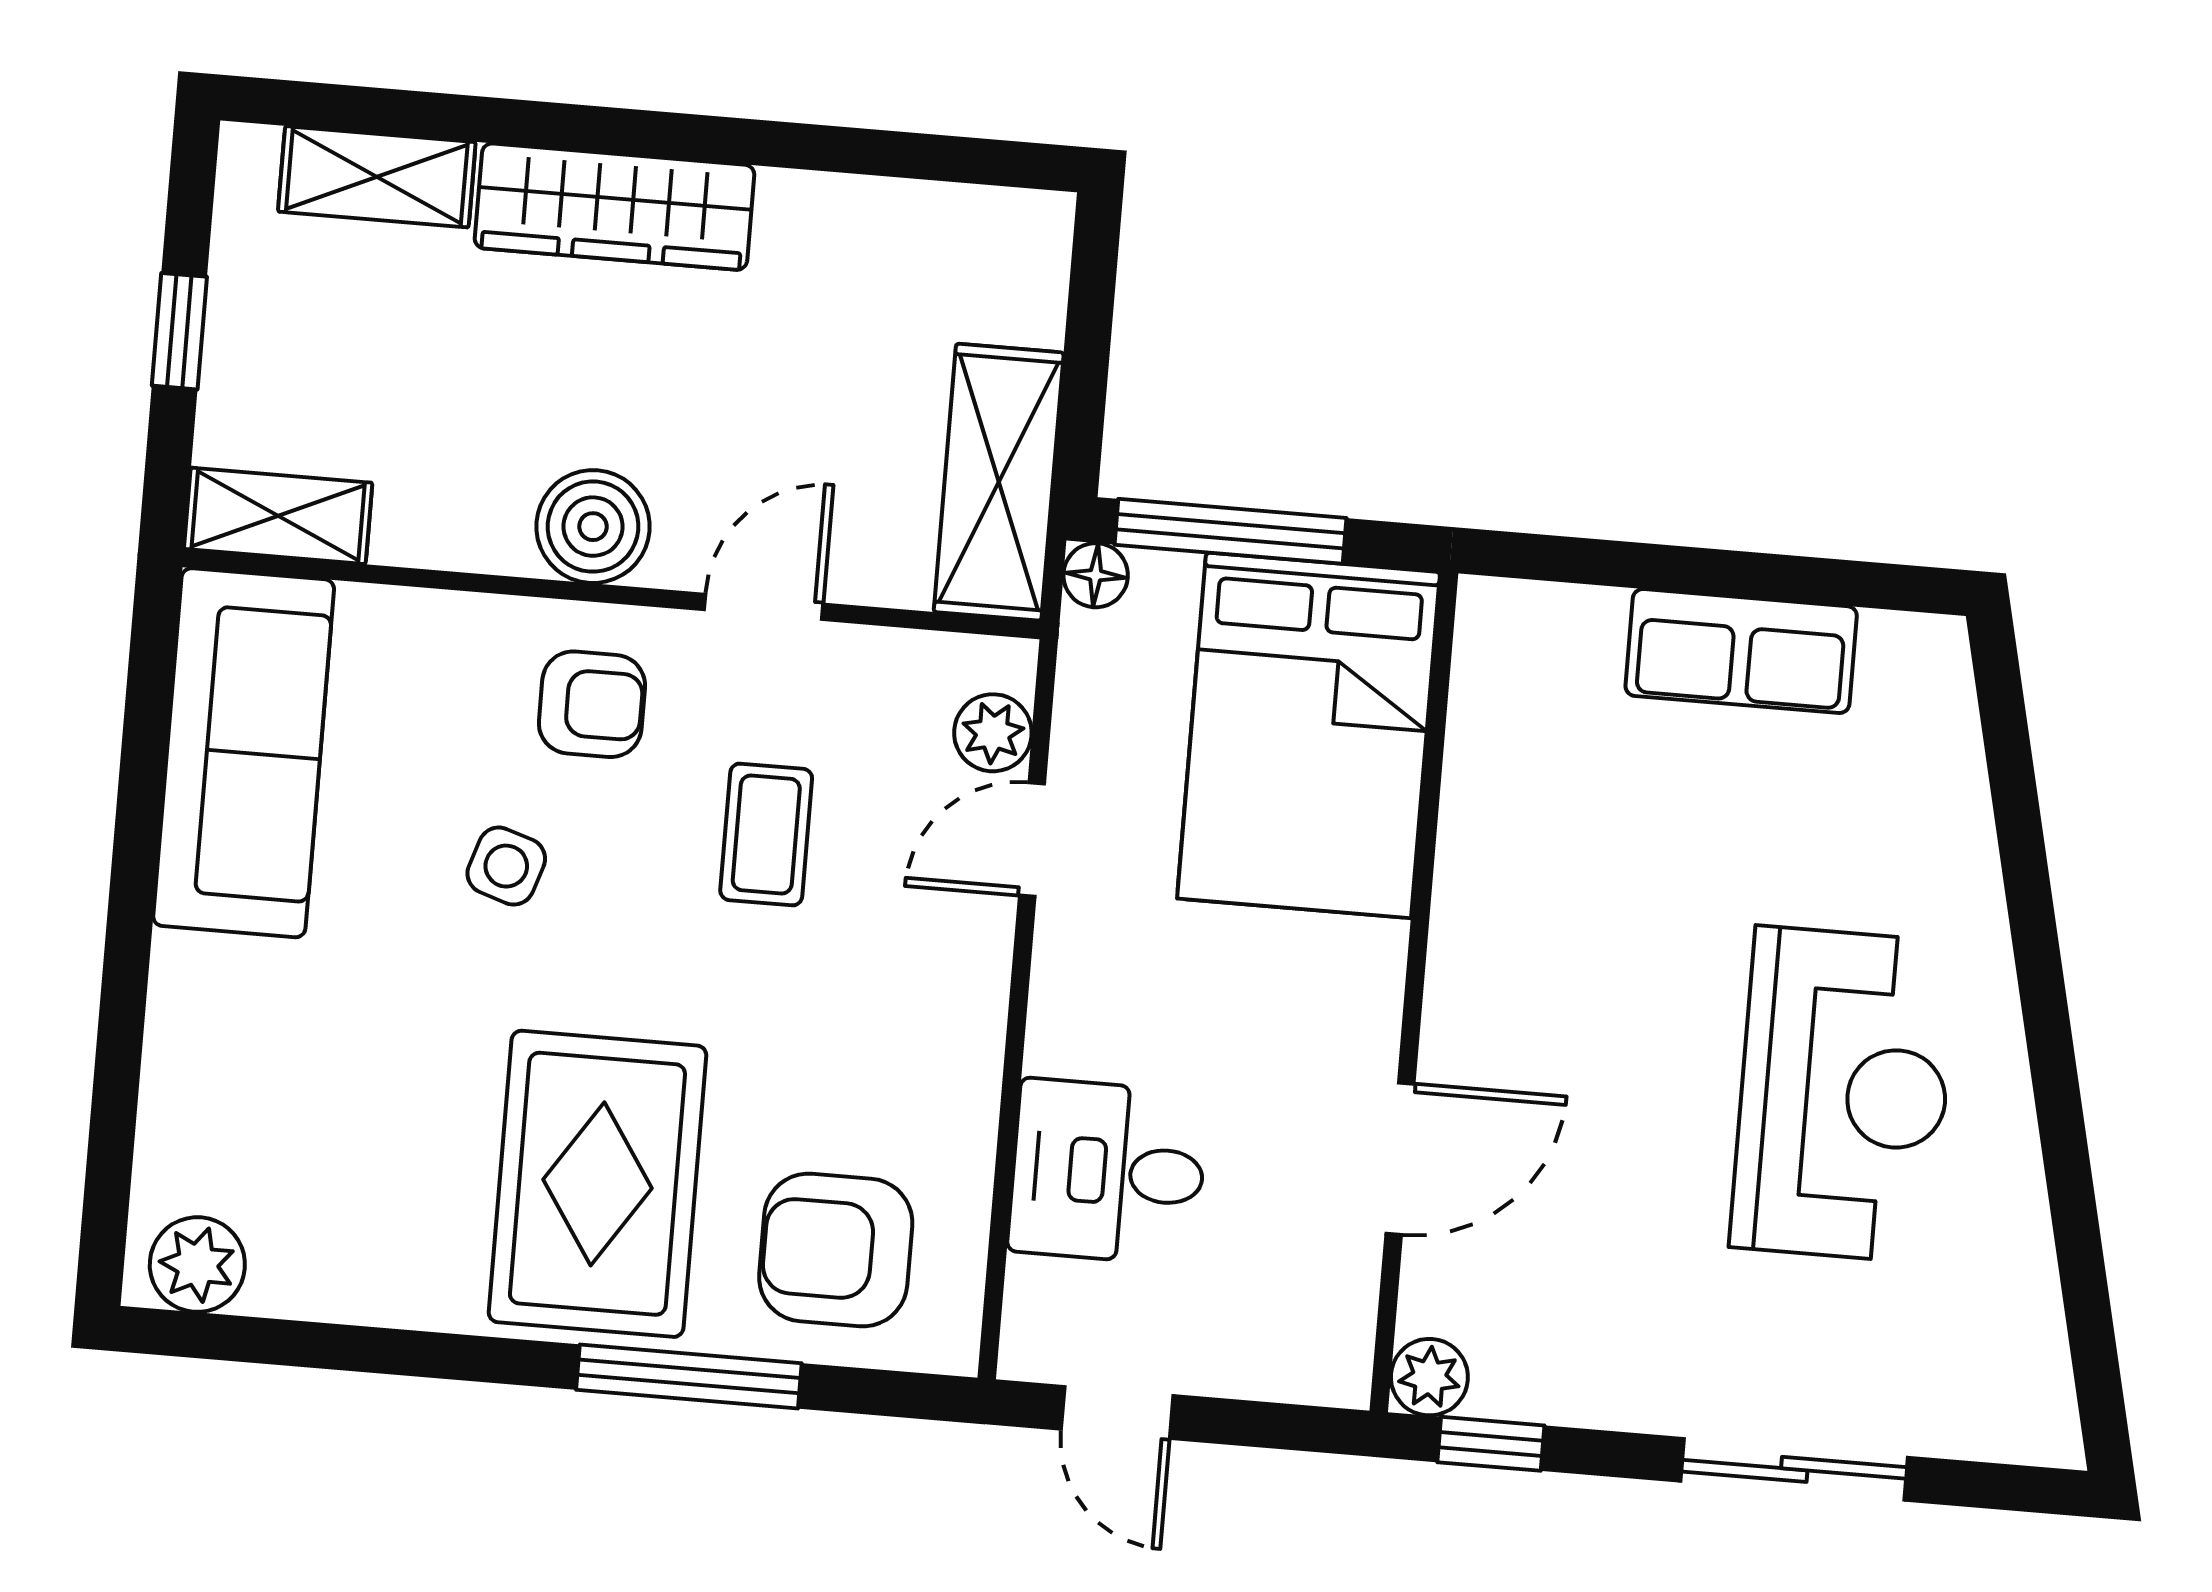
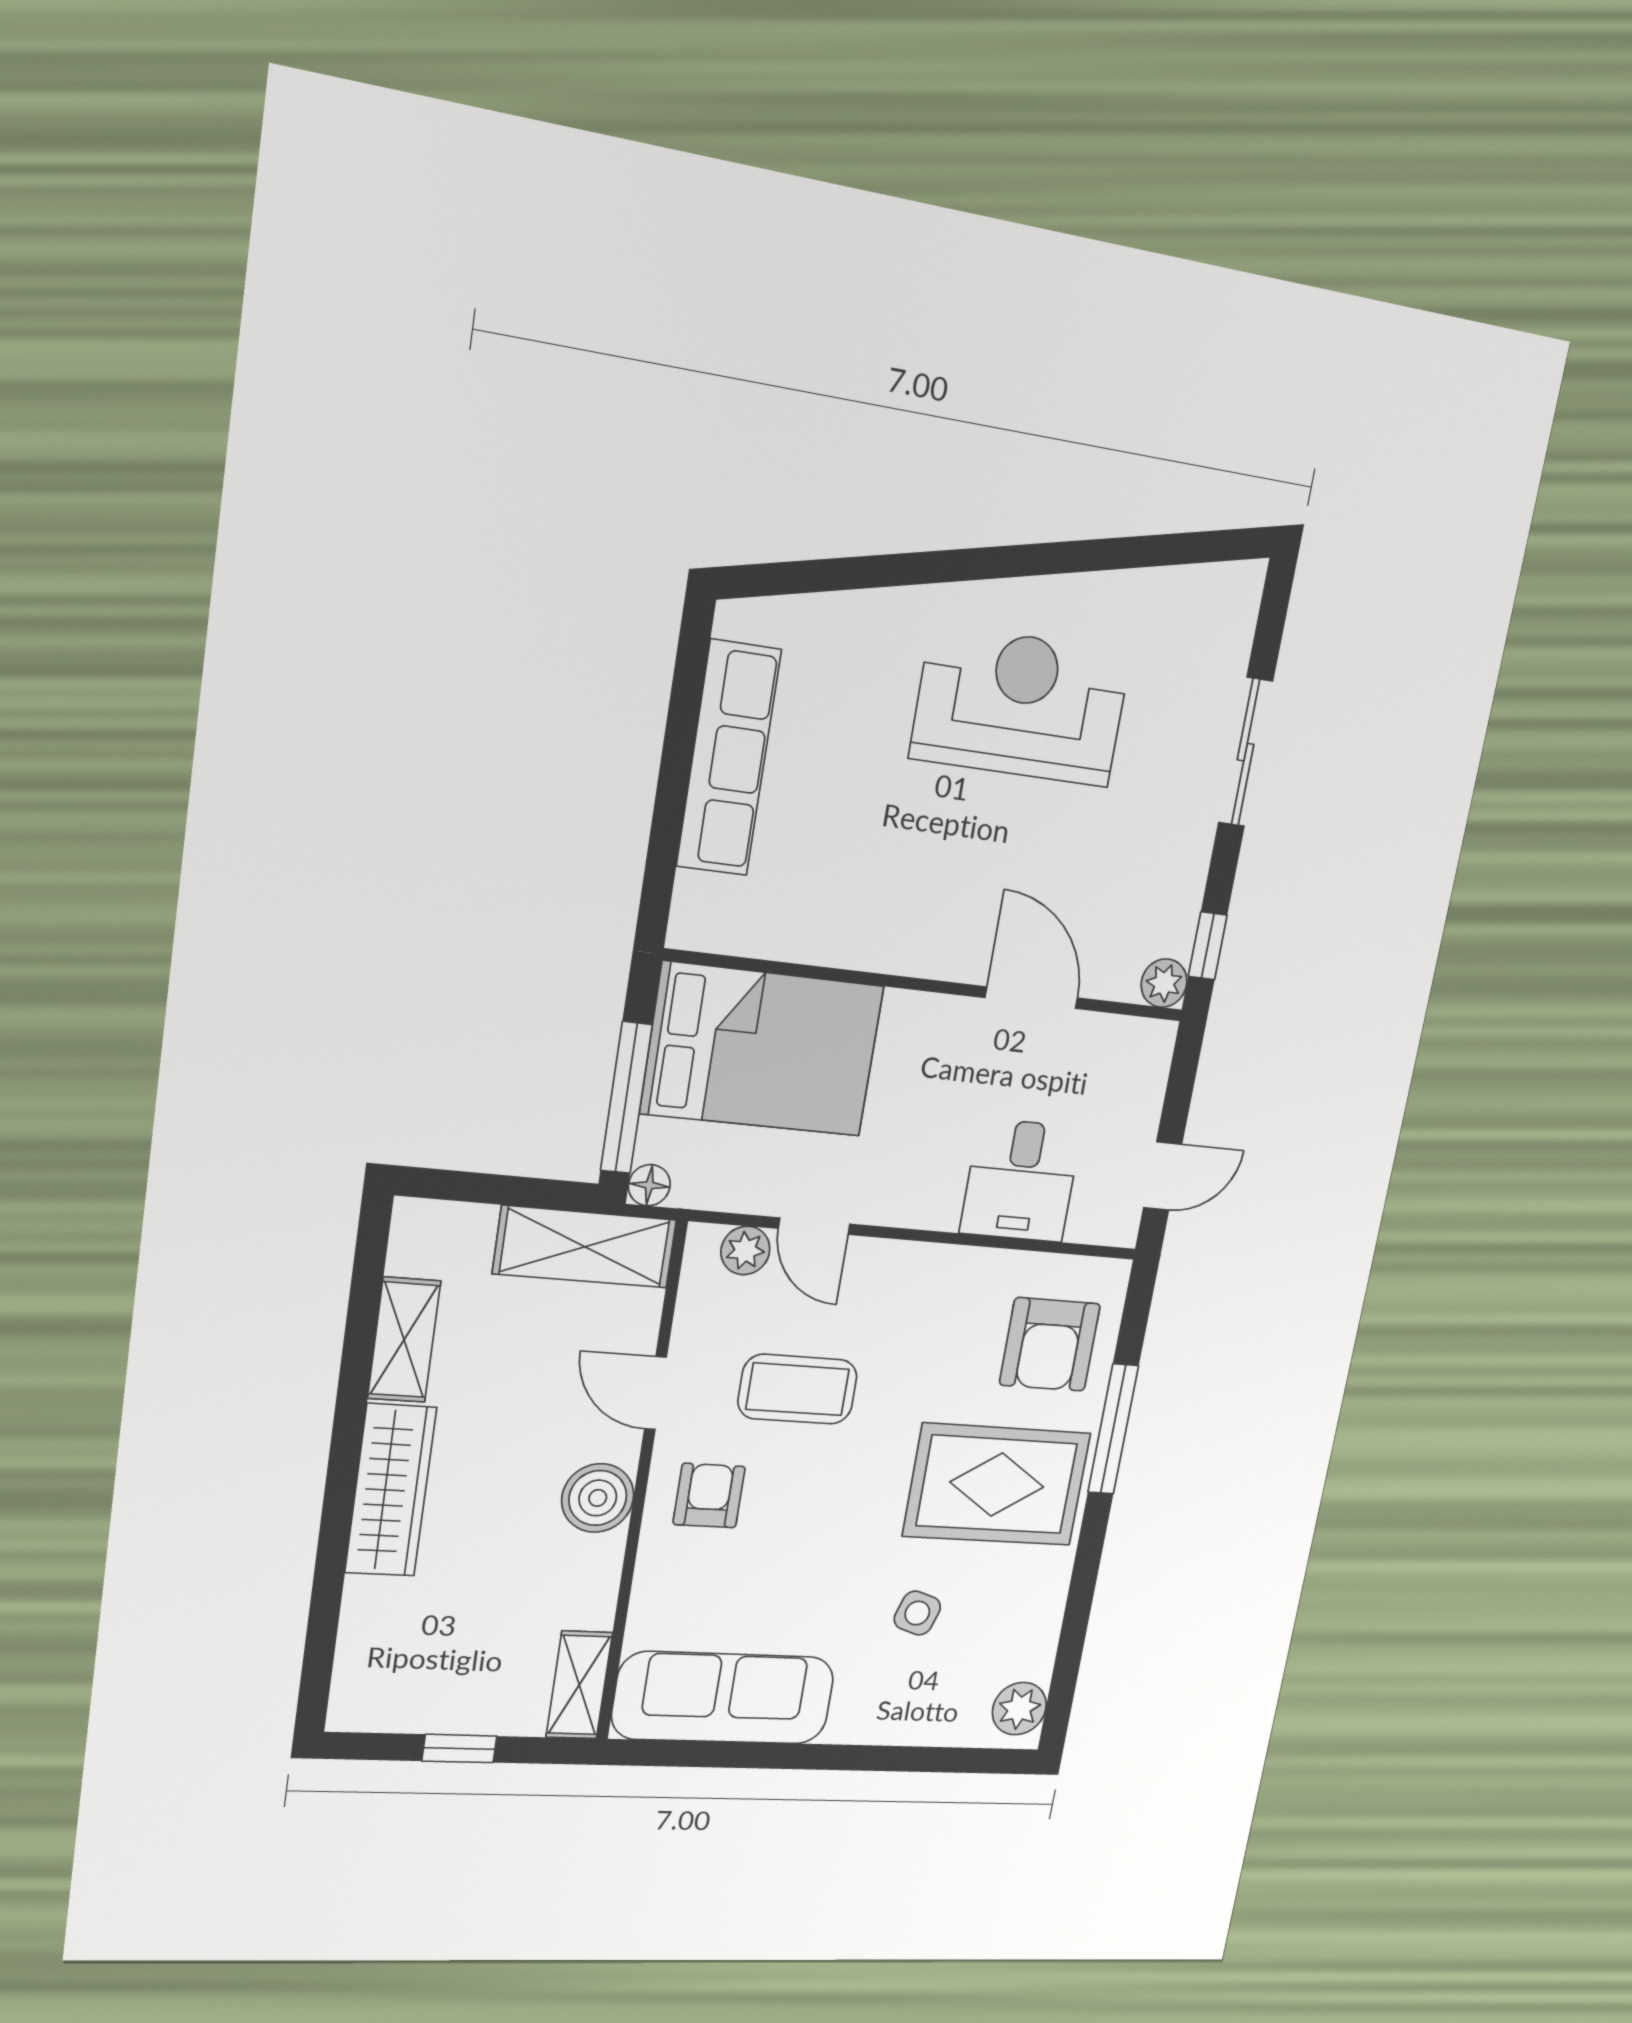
shelving: (377, 177) -> (404, 1340), moved
row of seats: (1741, 651) -> (729, 758), width x1.48
coffee table: (766, 835) -> (798, 1389), width x1.36, depth x1.30
side table: (506, 866) -> (917, 1613), moved

